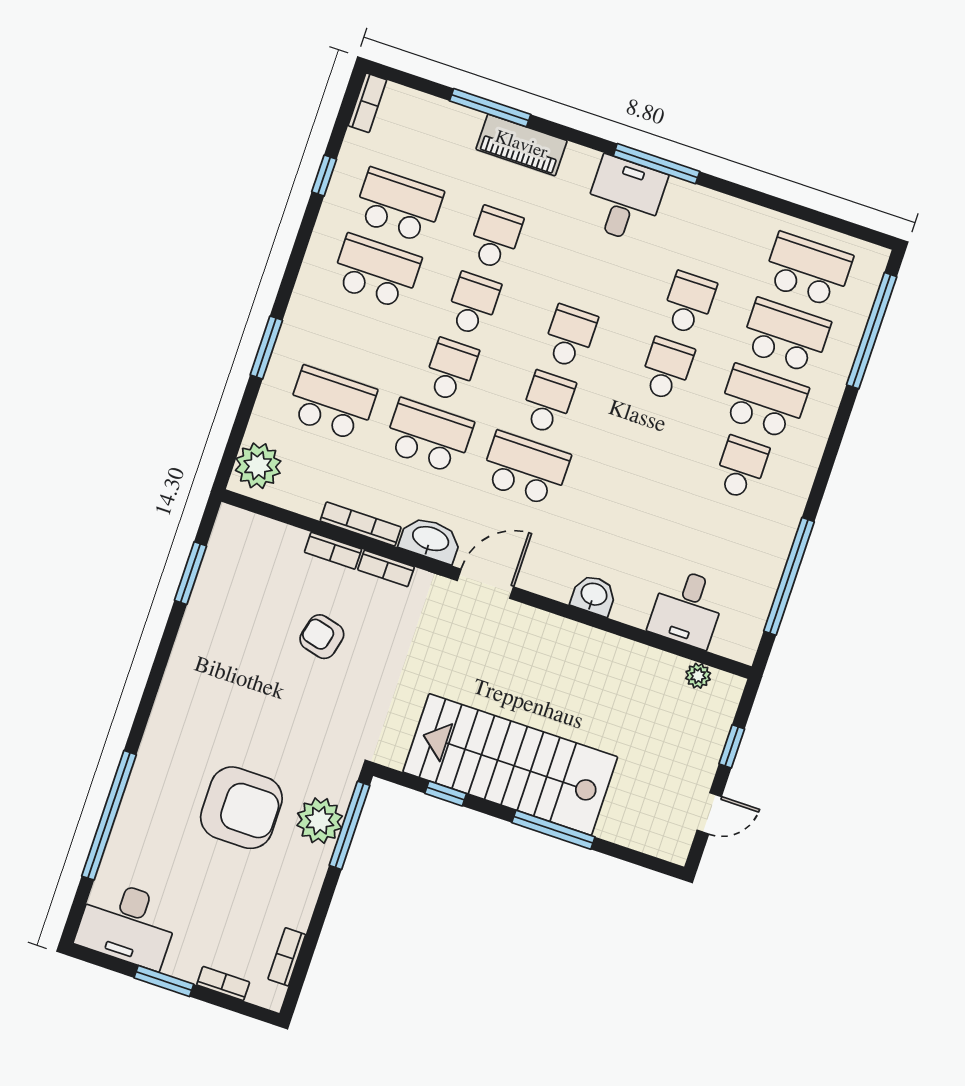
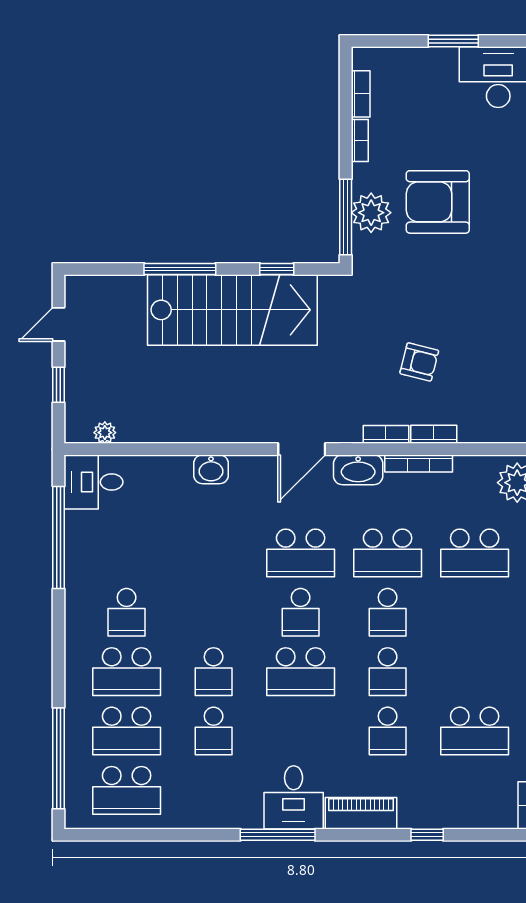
window: (490, 108) -> (427, 835), width x0.46
piano: (521, 145) -> (361, 813), moved
school desk: (376, 271) -> (475, 672), removed
school desk: (570, 337) -> (301, 672), width x1.85
desk: (687, 608) -> (93, 482), moved, turned -90
bookcase: (223, 984) -> (360, 140), moved, turned -90

